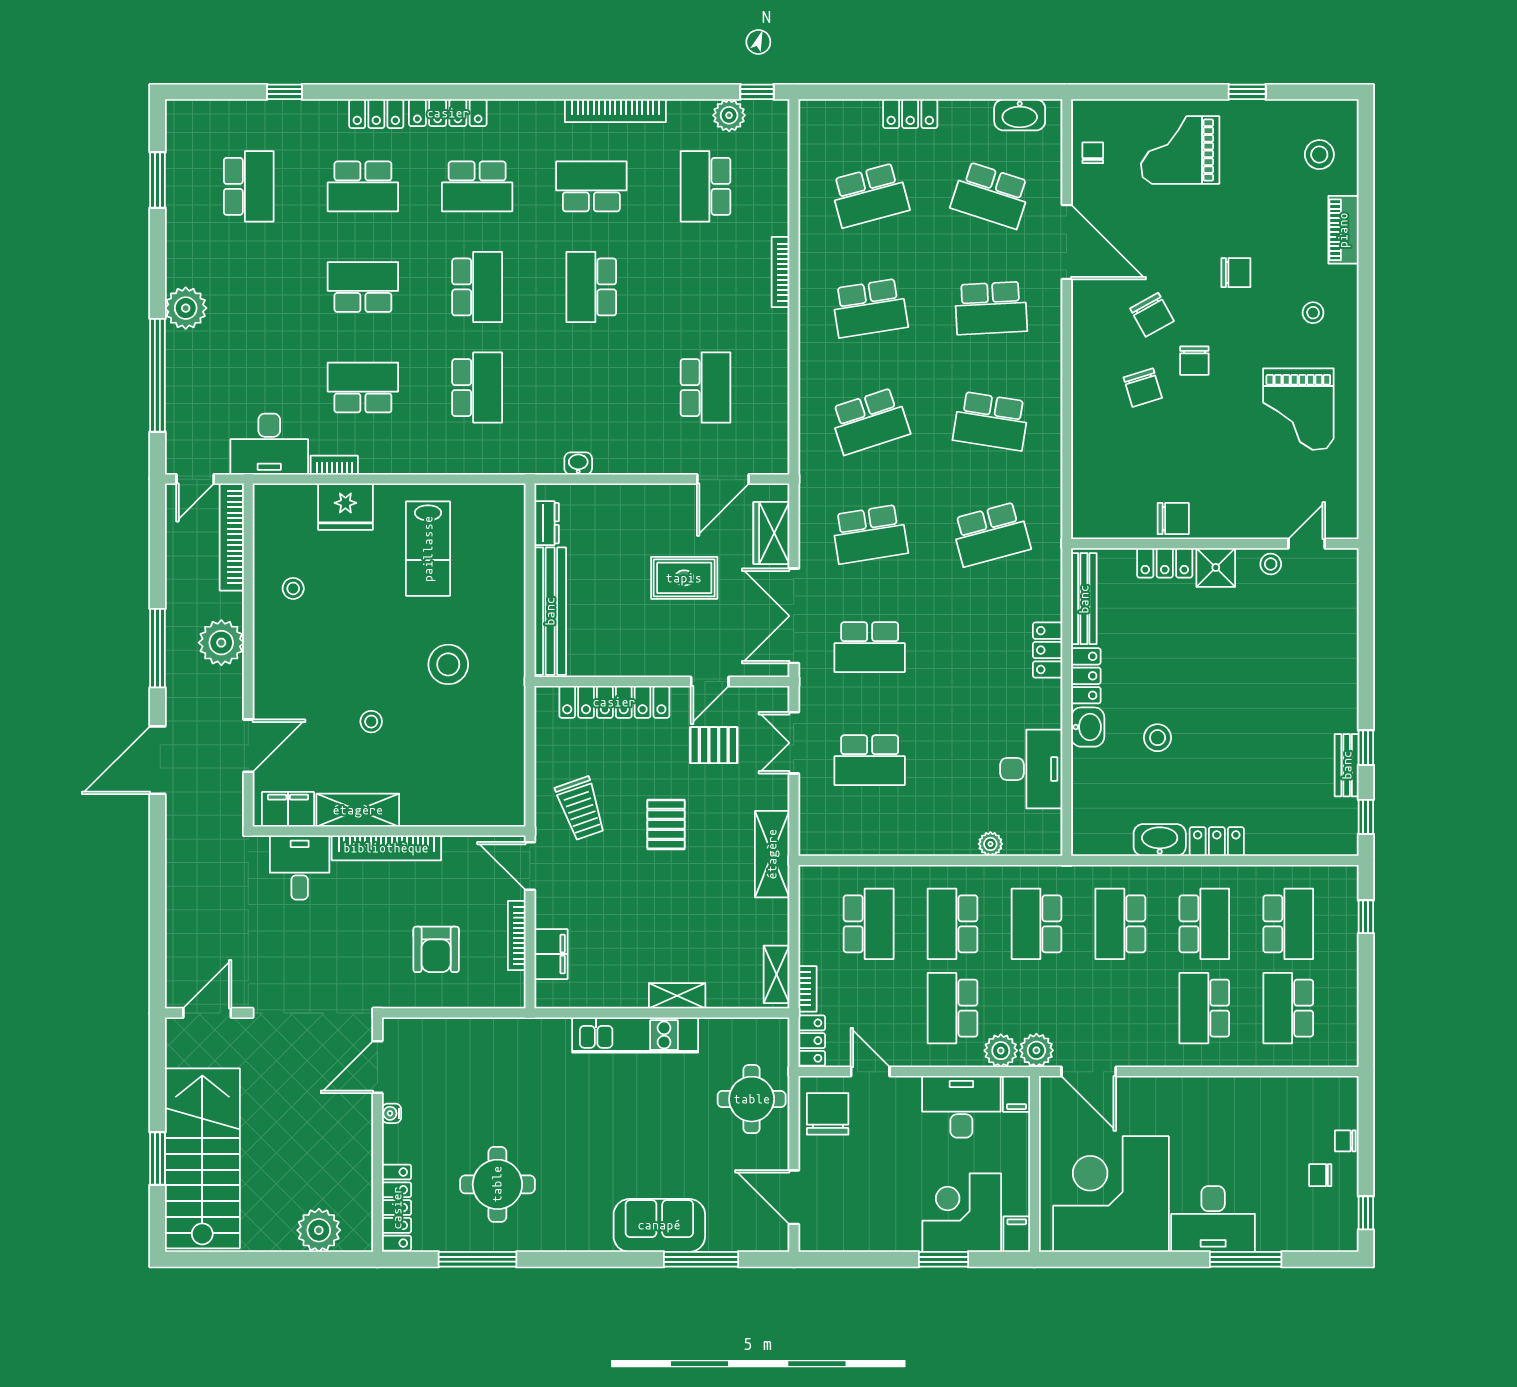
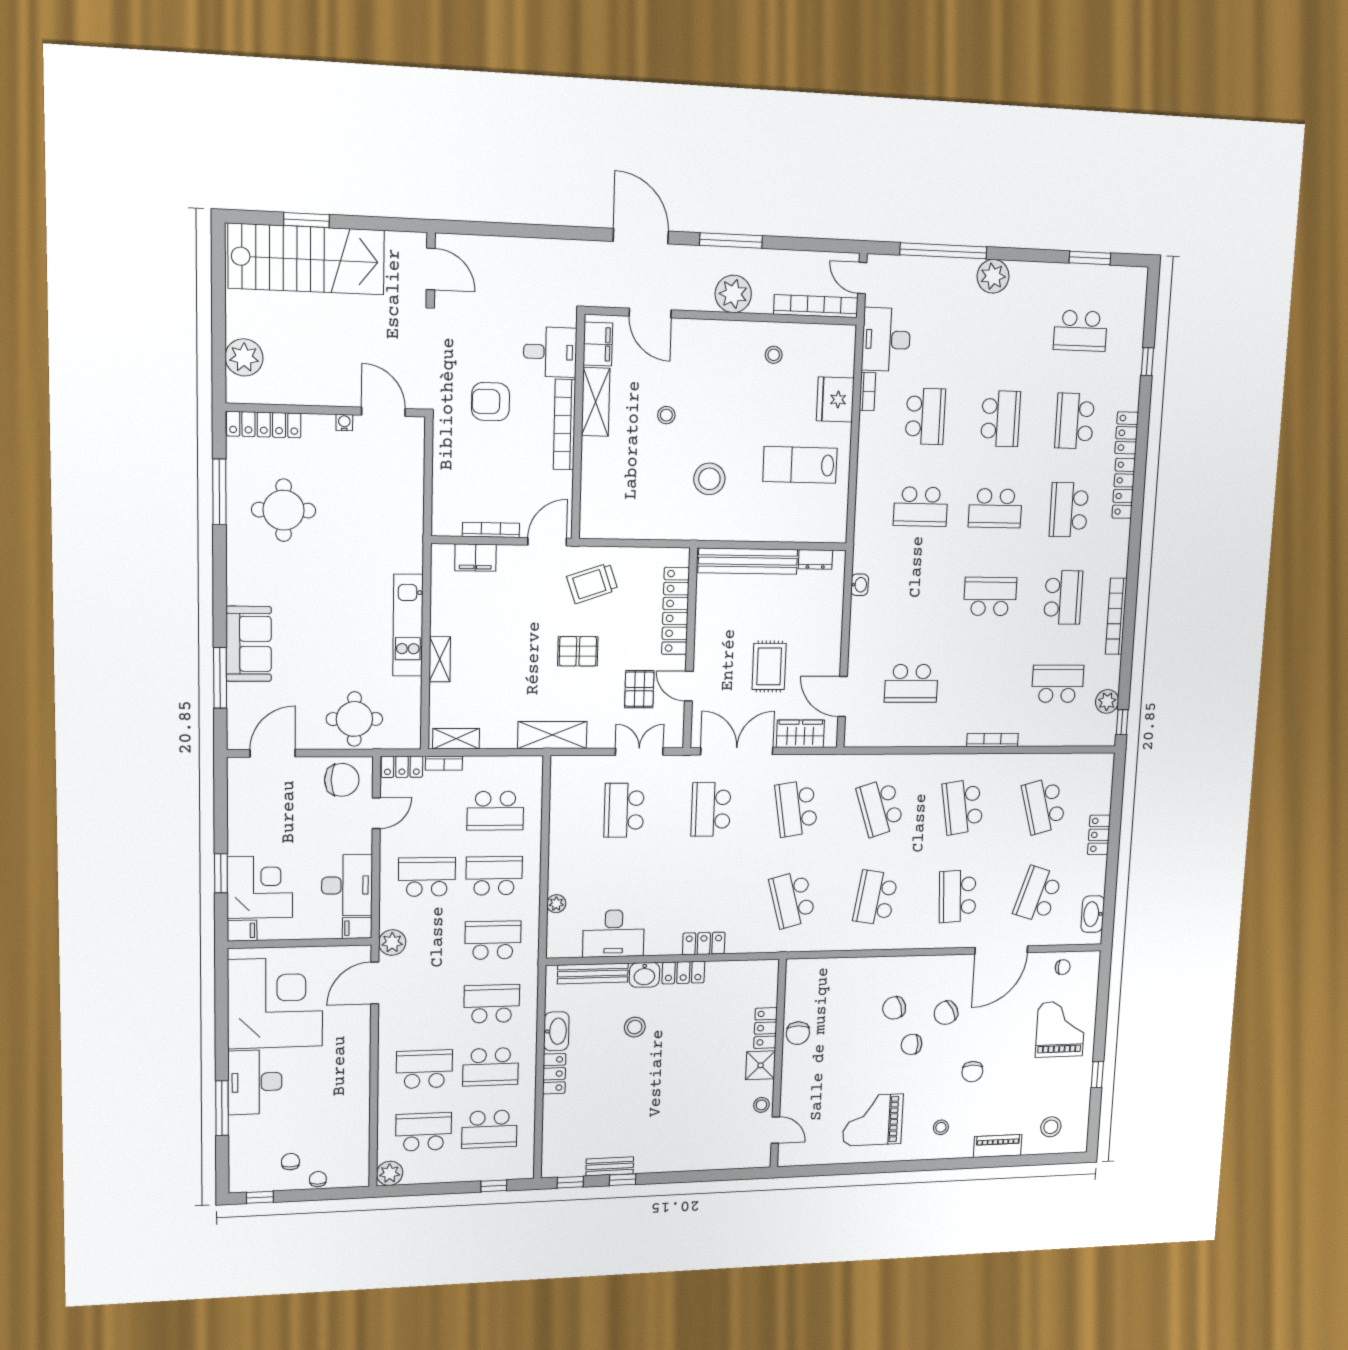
bench: (1084, 599) -> (593, 973), moved
armchair: (436, 949) -> (490, 402), moved
plant: (1001, 1051) -> (390, 1173), moved

